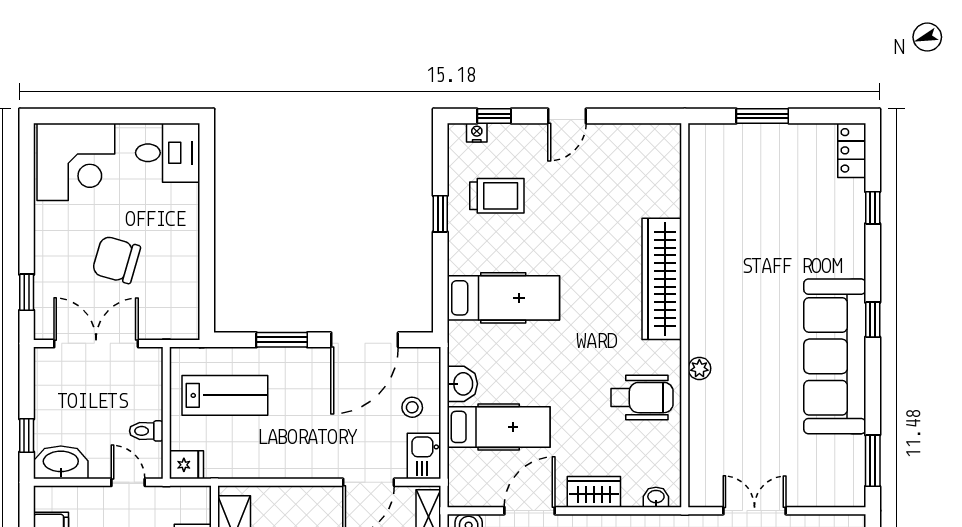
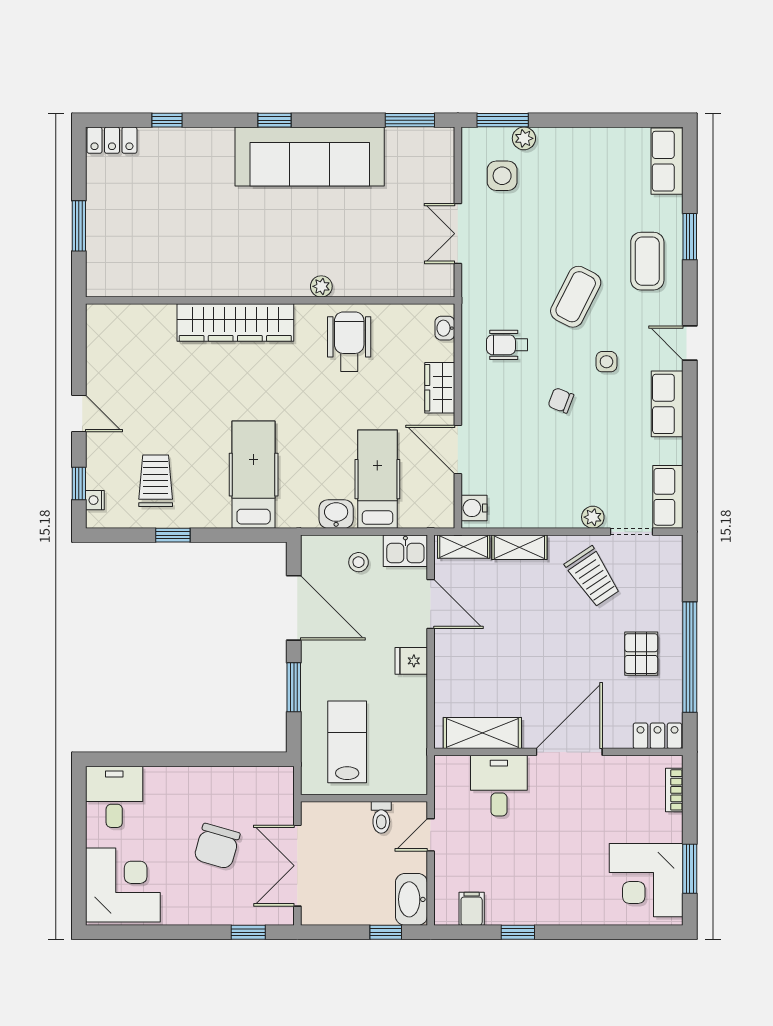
fridge: (187, 465) -> (411, 661), moved, turned -90

